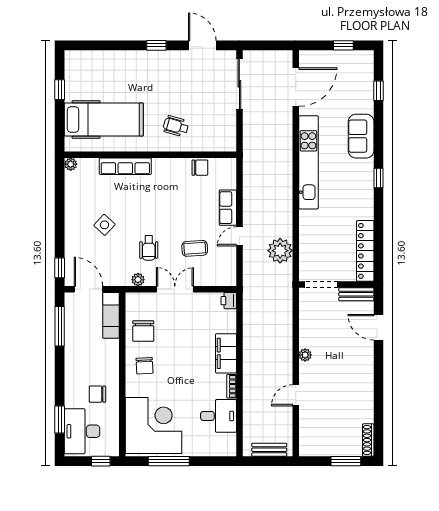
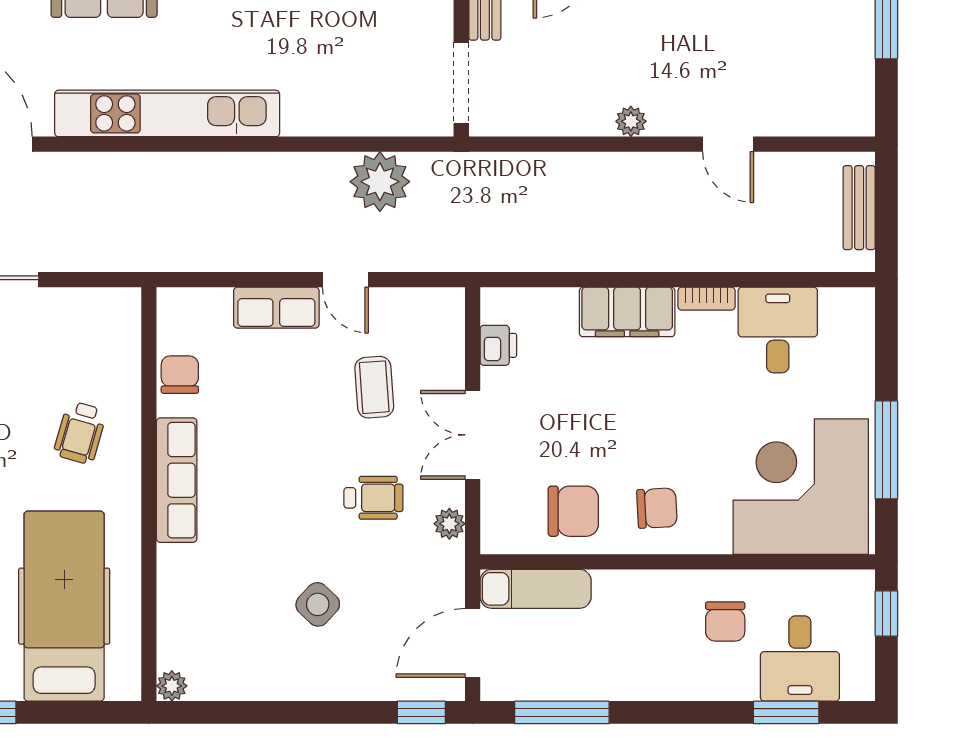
row of seats: (125, 166) -> (177, 480), moved
printer: (229, 301) -> (498, 345), moved, turned -90
desk: (82, 431) -> (800, 658), width x0.73

